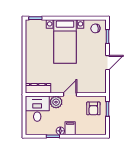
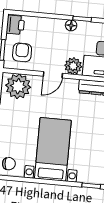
plant: (94, 84) -> (18, 86), added
filing cabinet: (70, 128) -> (57, 28), removed
printer: (100, 128) -> (15, 25), added

